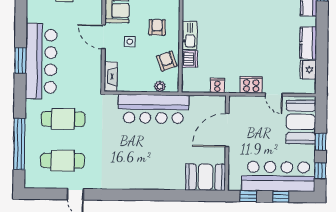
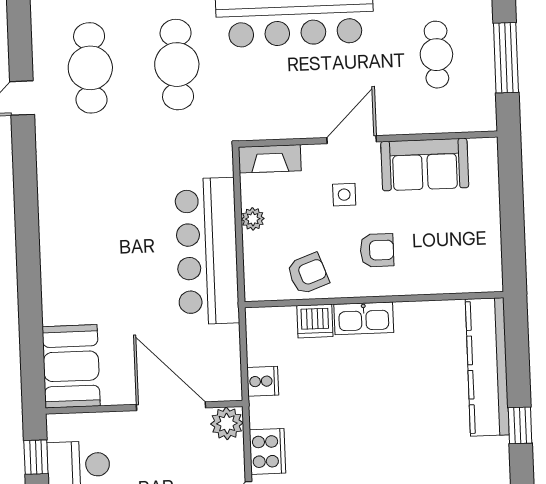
plant: (160, 86) -> (253, 219), moved
plant: (237, 104) -> (227, 423), added

